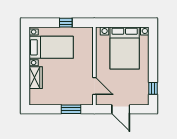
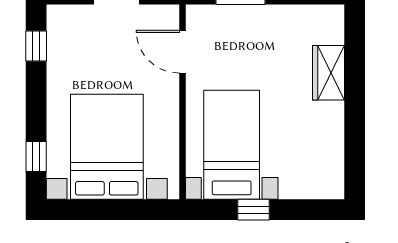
window: (153, 44) -> (36, 156), added
bed with nightstands: (51, 47) -> (232, 145), moved, turned 90

